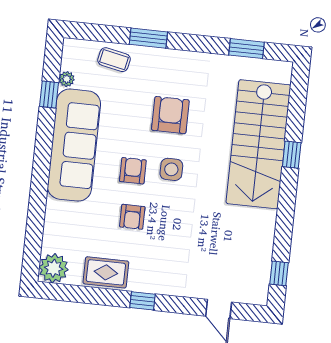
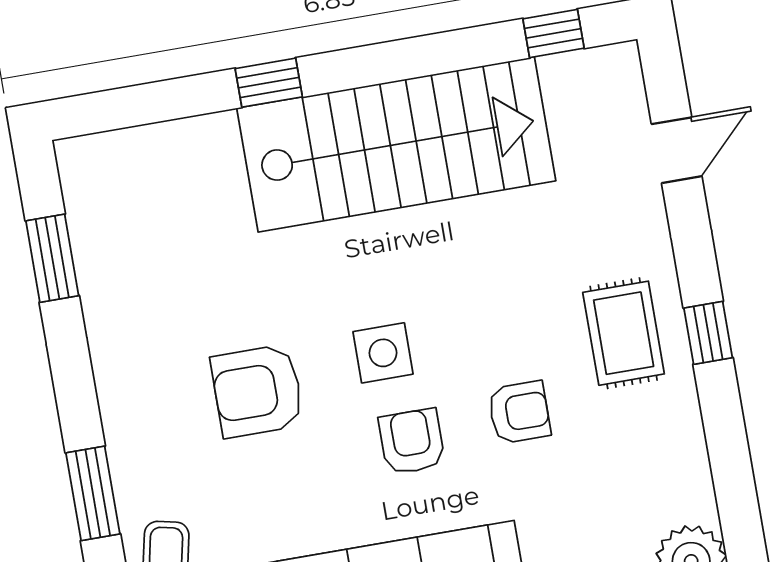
stairs: (258, 144) -> (396, 144), moved
armchair: (133, 171) -> (412, 441), turned 90
rug: (106, 272) -> (624, 333), moved

